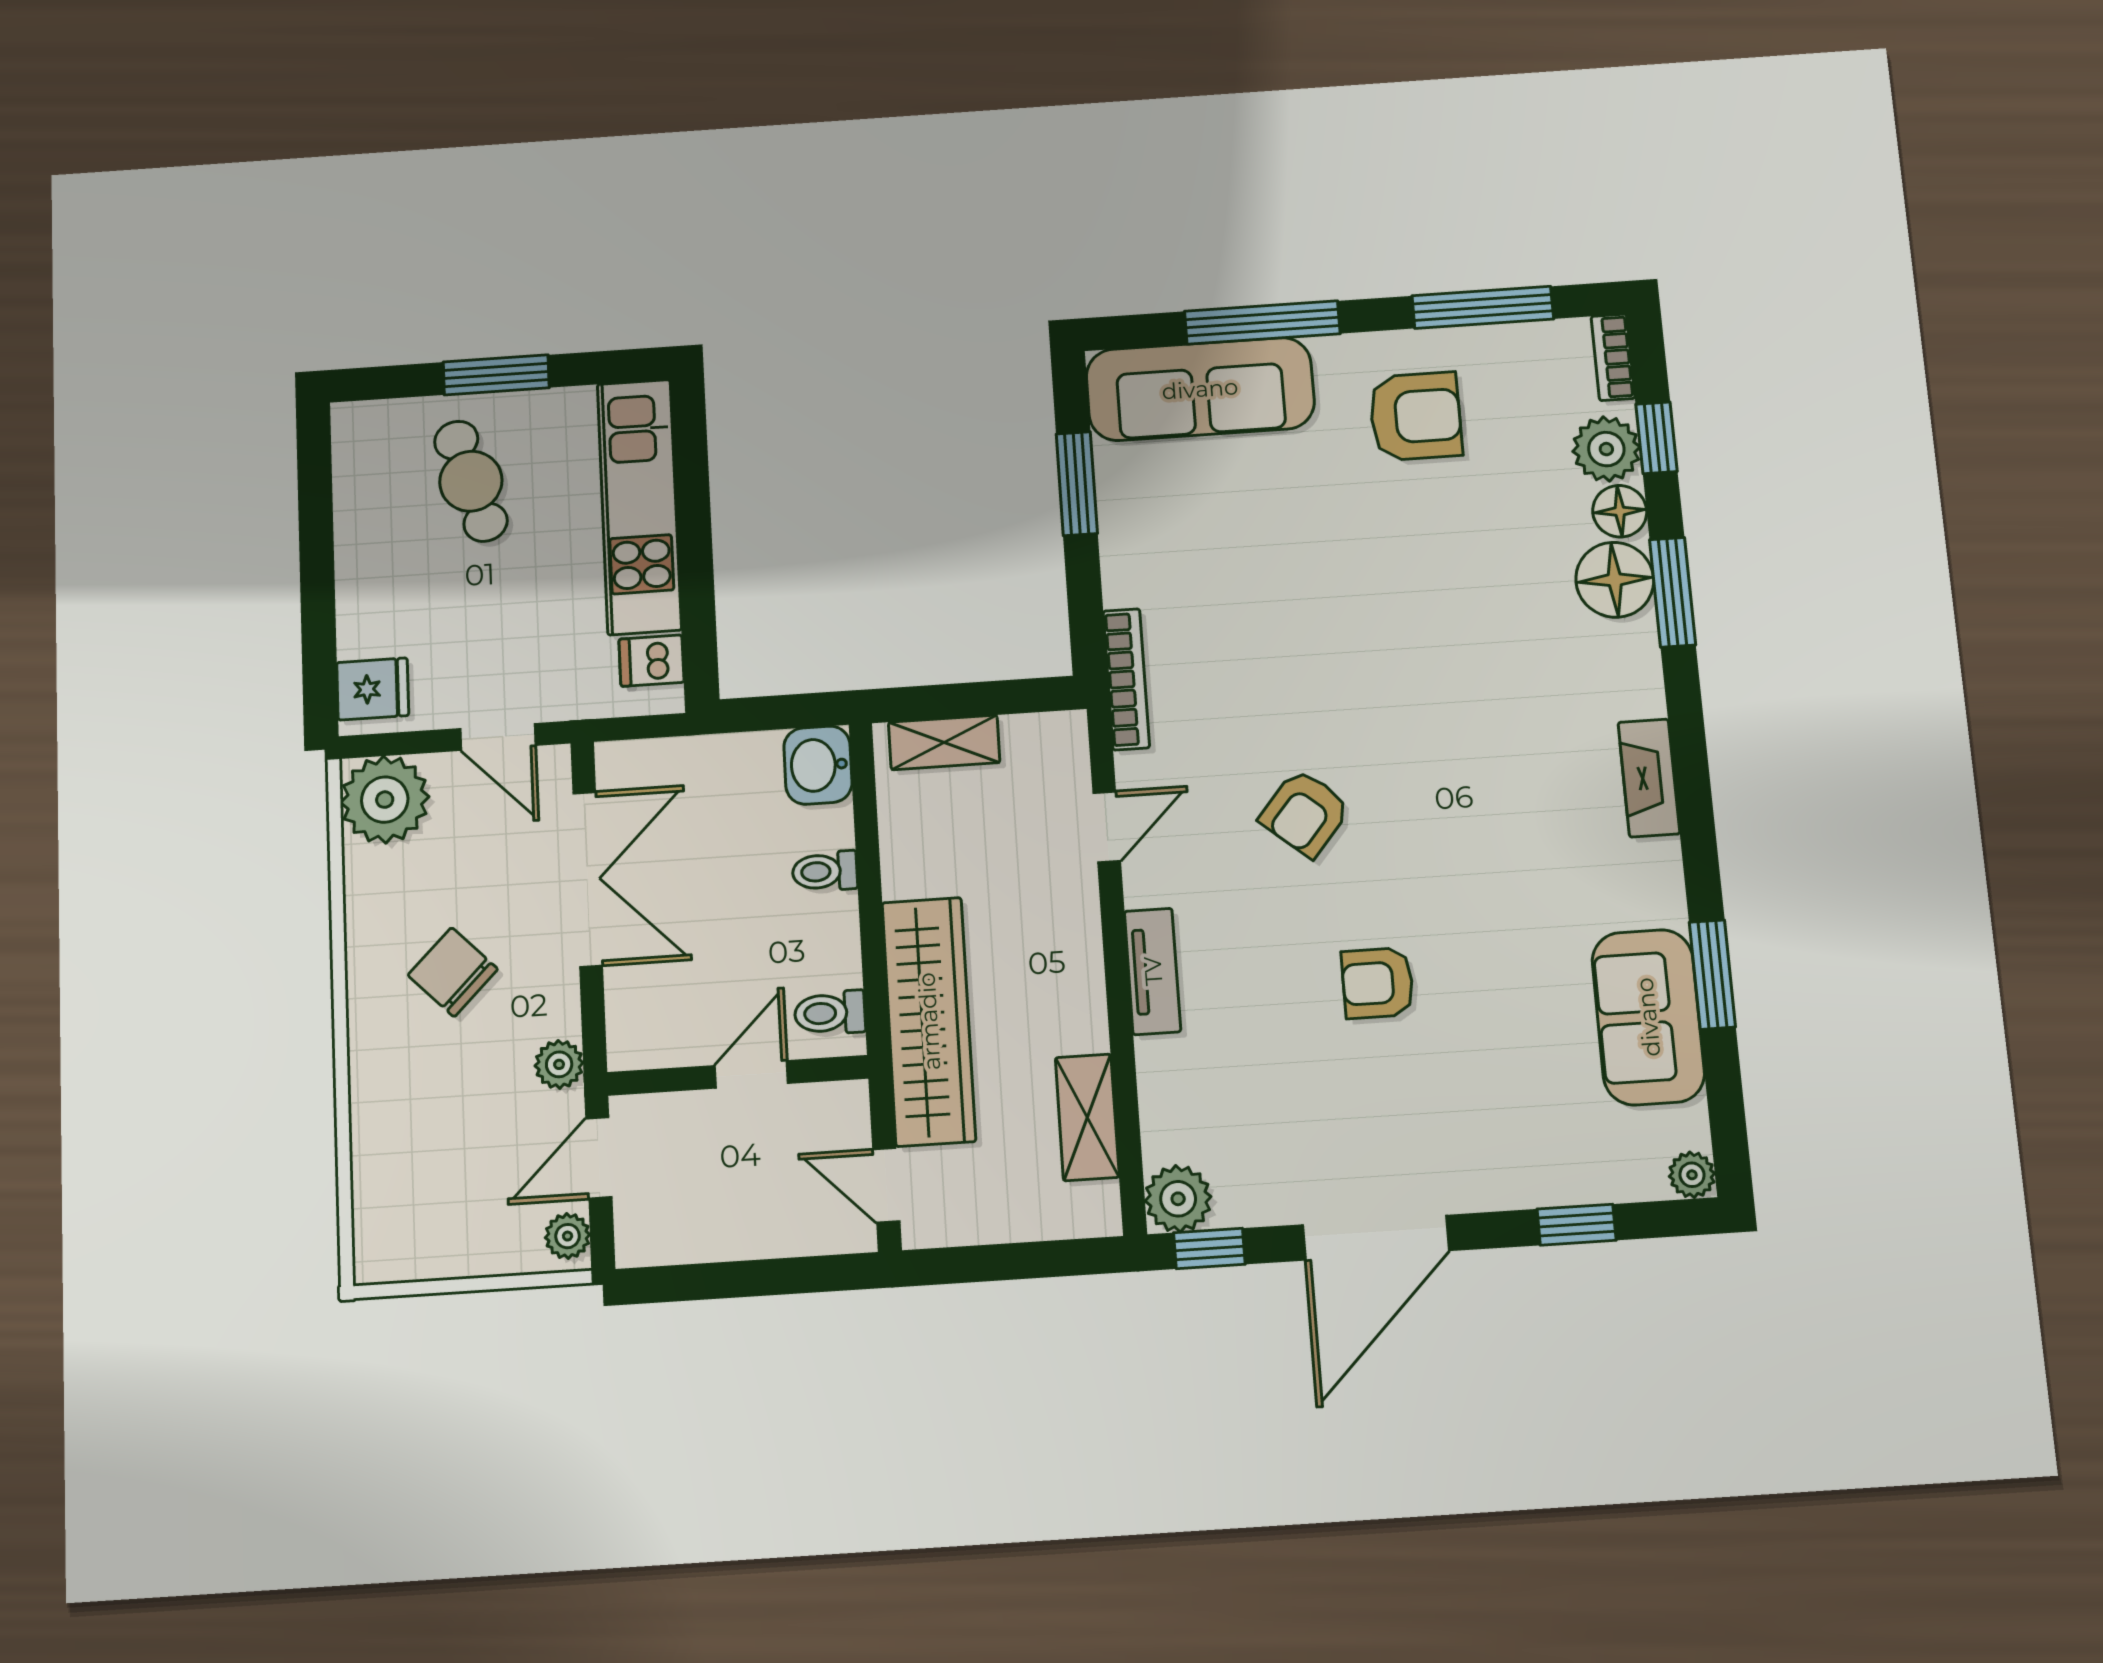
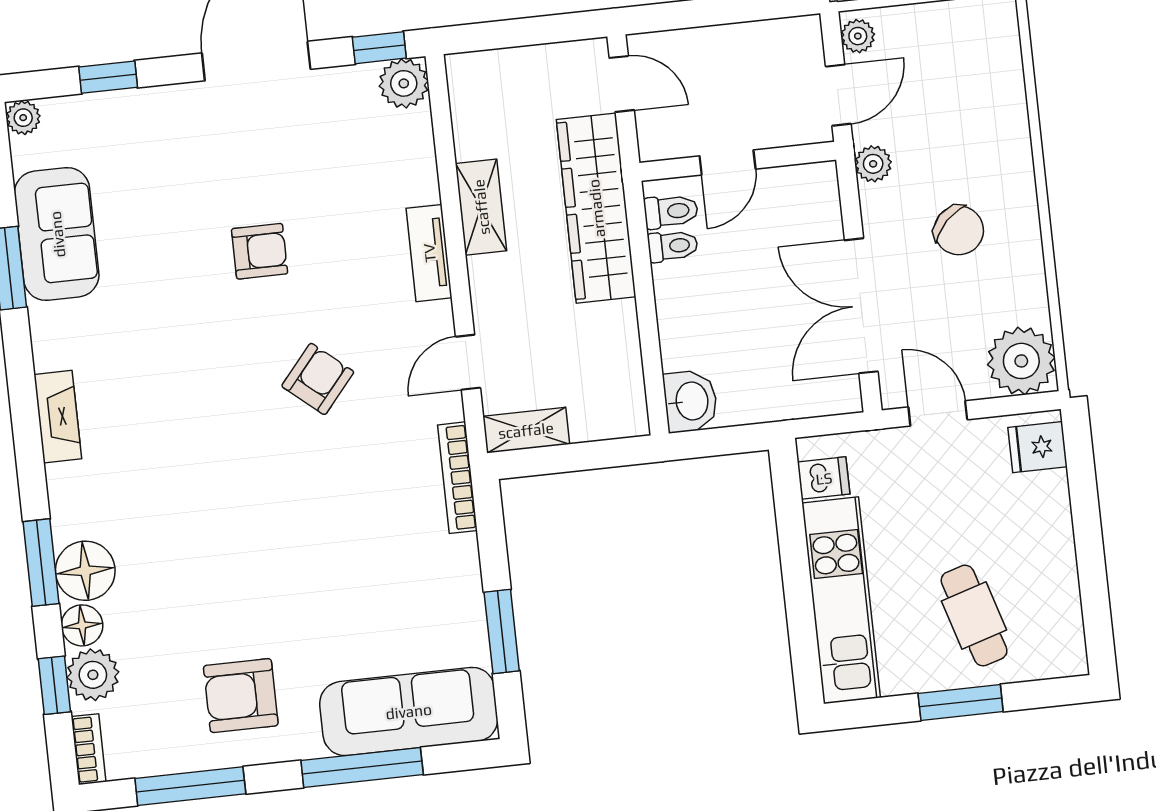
shelving: (944, 742) -> (526, 430), moved
toilet: (825, 871) -> (673, 246), moved
shelving: (1087, 1117) -> (481, 207), moved

